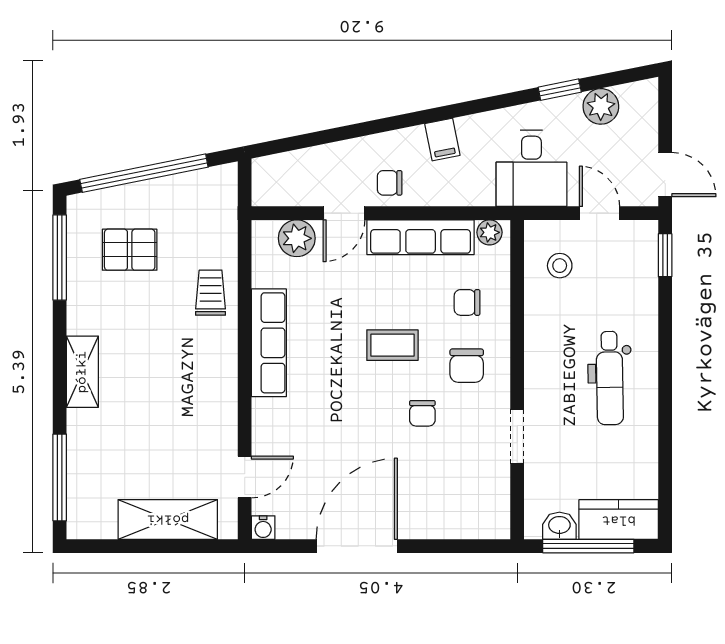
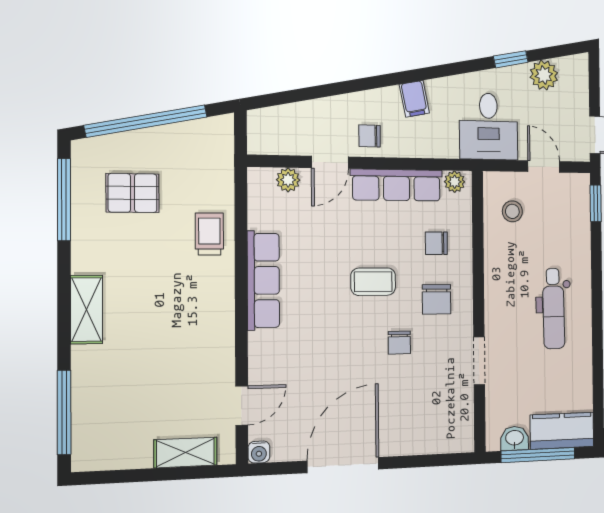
plant: (297, 238) -> (288, 180), width x0.73, depth x0.73
shelving: (168, 519) -> (185, 453), width x0.67, depth x0.75

